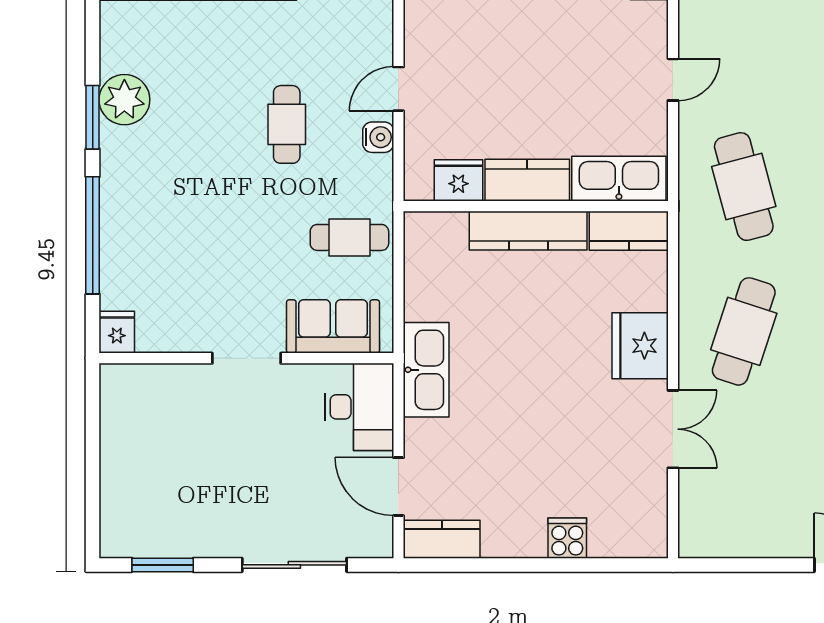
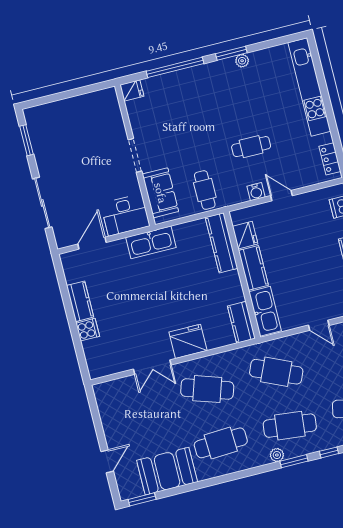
plant: (124, 100) -> (242, 61), width x0.53, depth x0.53
cafe table: (744, 187) -> (276, 372), turned 39
kitchen counter: (528, 231) -> (222, 243), moved
kitchen counter: (442, 539) -> (80, 301), moved

